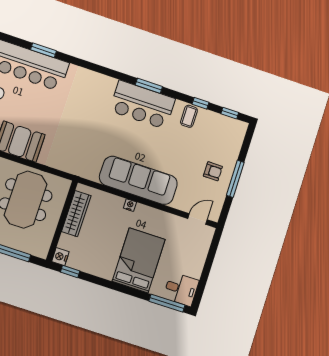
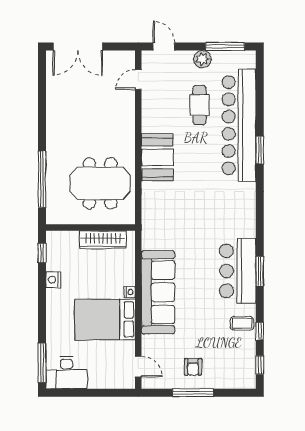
nightstand: (60, 257) -> (53, 280), moved, turned -90
bed: (139, 260) -> (105, 319), moved, turned 180
desk: (181, 289) -> (67, 373), width x1.37

